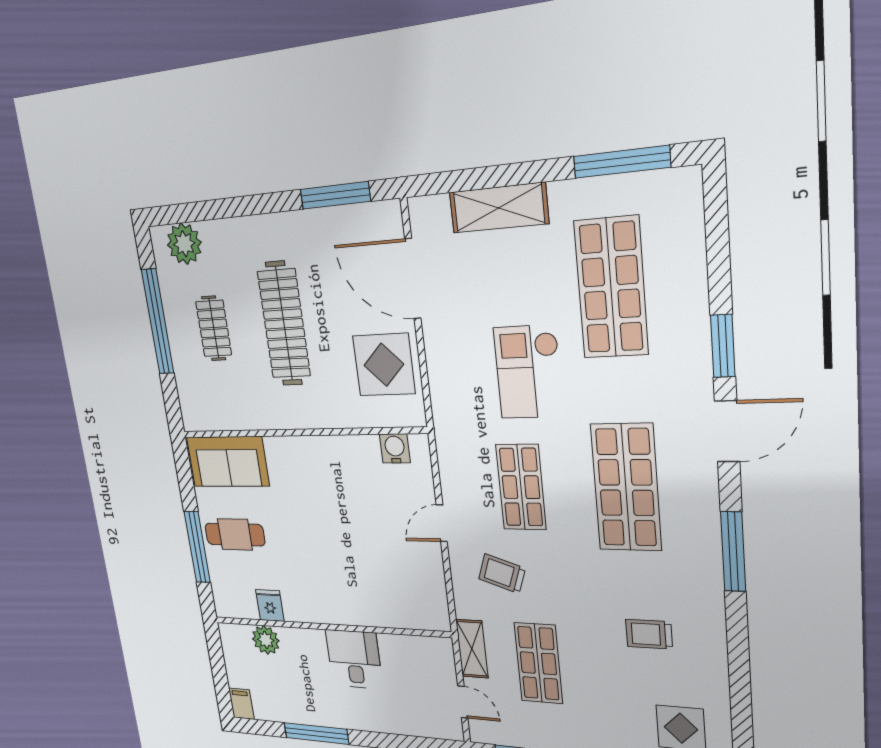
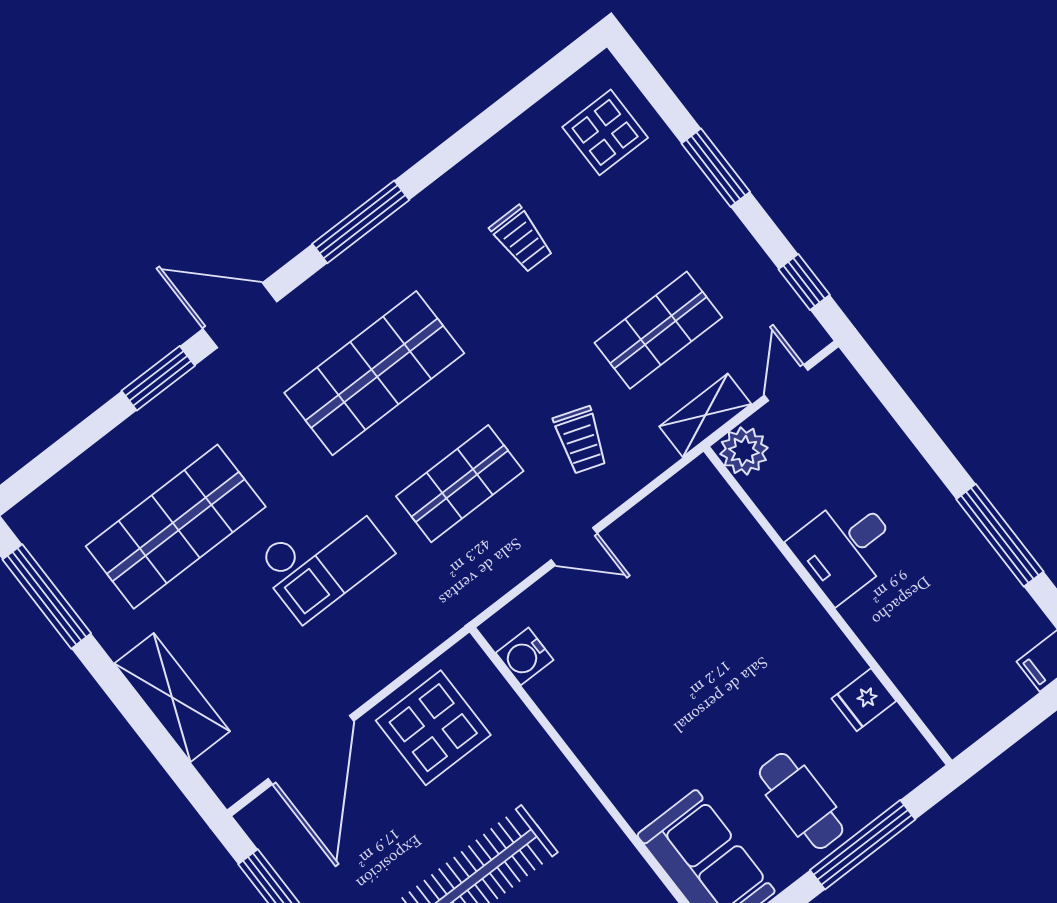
plant: (266, 640) -> (744, 451), moved

